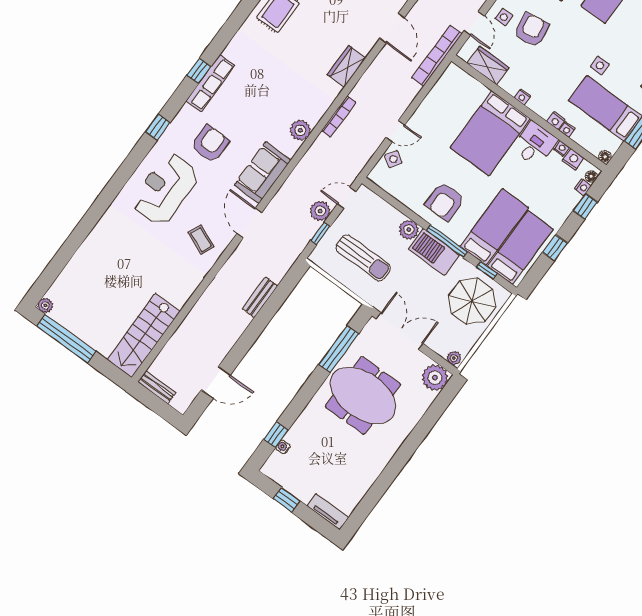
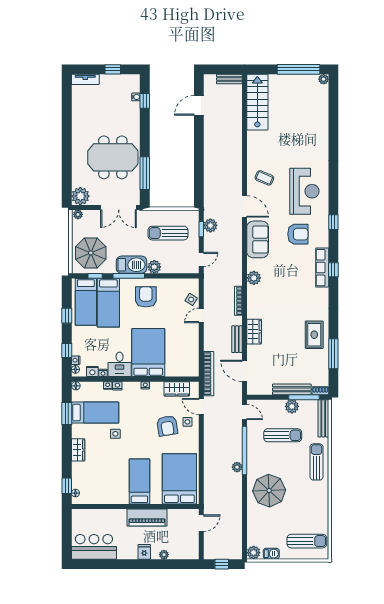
armchair: (210, 144) -> (298, 234), turned -90
plant: (320, 211) -> (210, 225), moved
bench: (260, 297) -> (237, 339), moved

